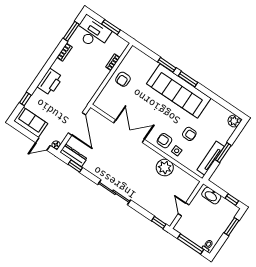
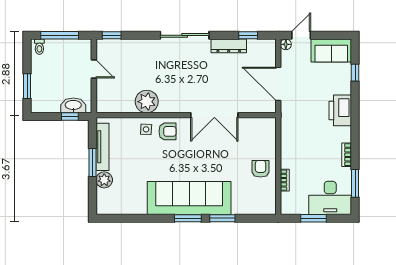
plant: (234, 121) -> (104, 180), moved
armchair: (189, 134) -> (145, 158), removed
dresser: (73, 155) -> (229, 46), moved
window: (232, 200) -> (70, 117), moved

